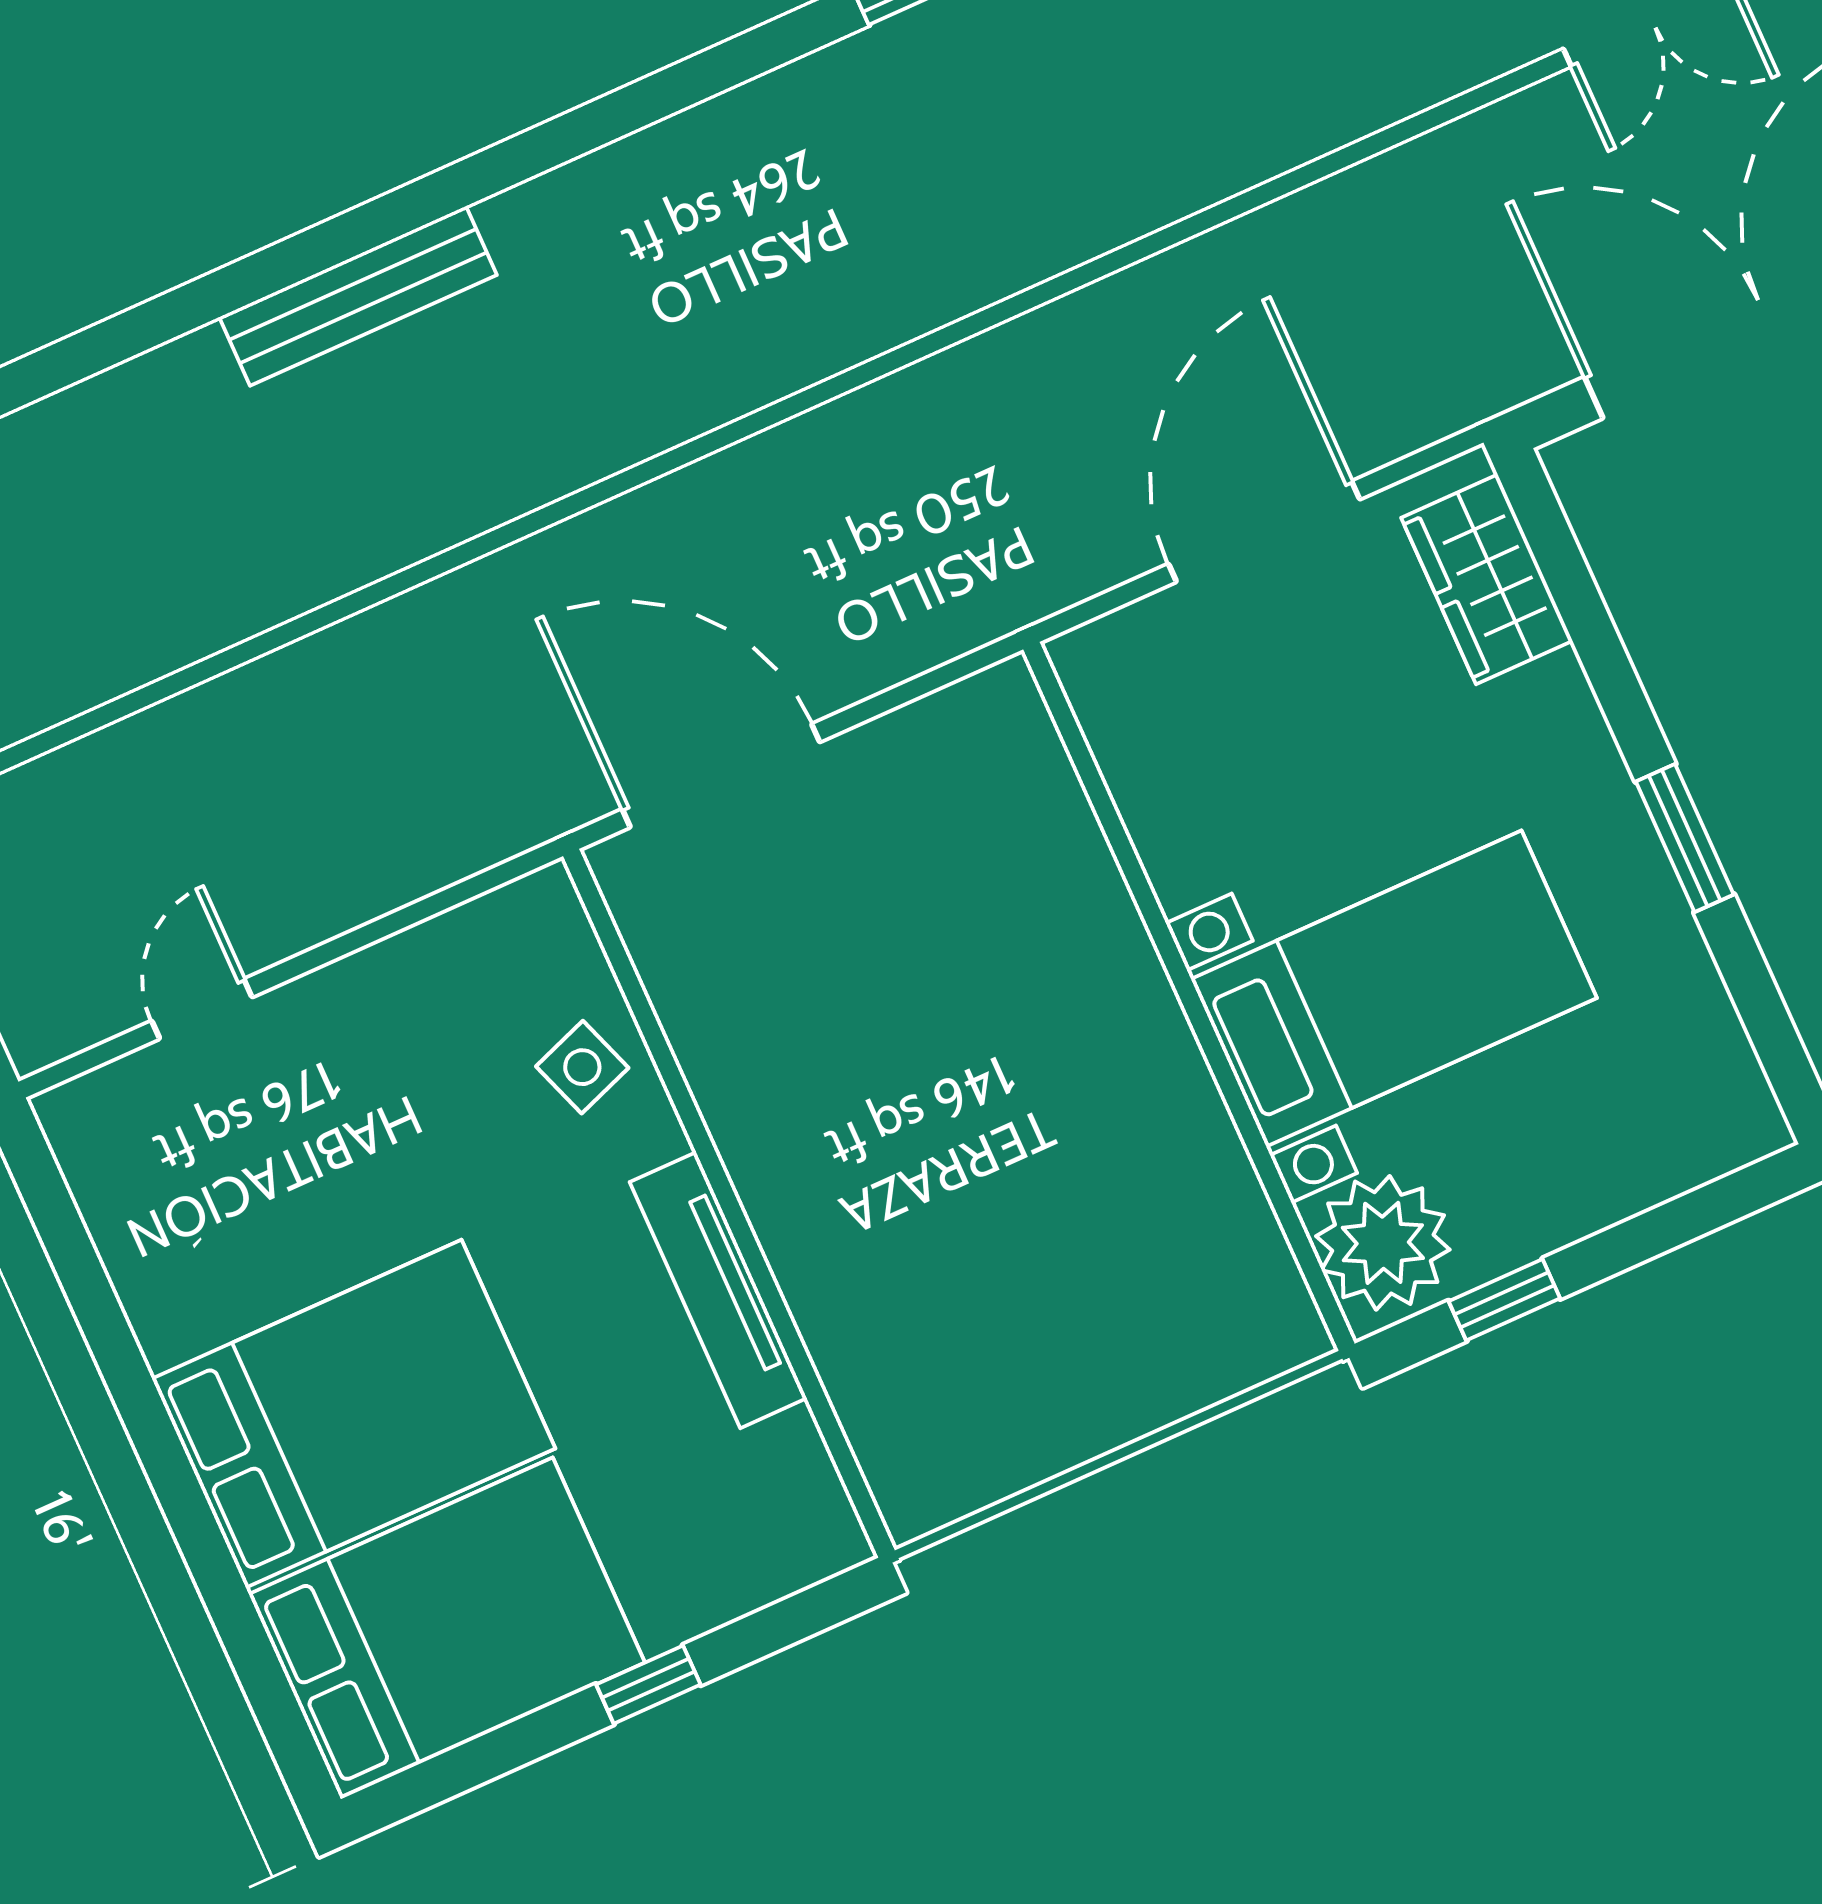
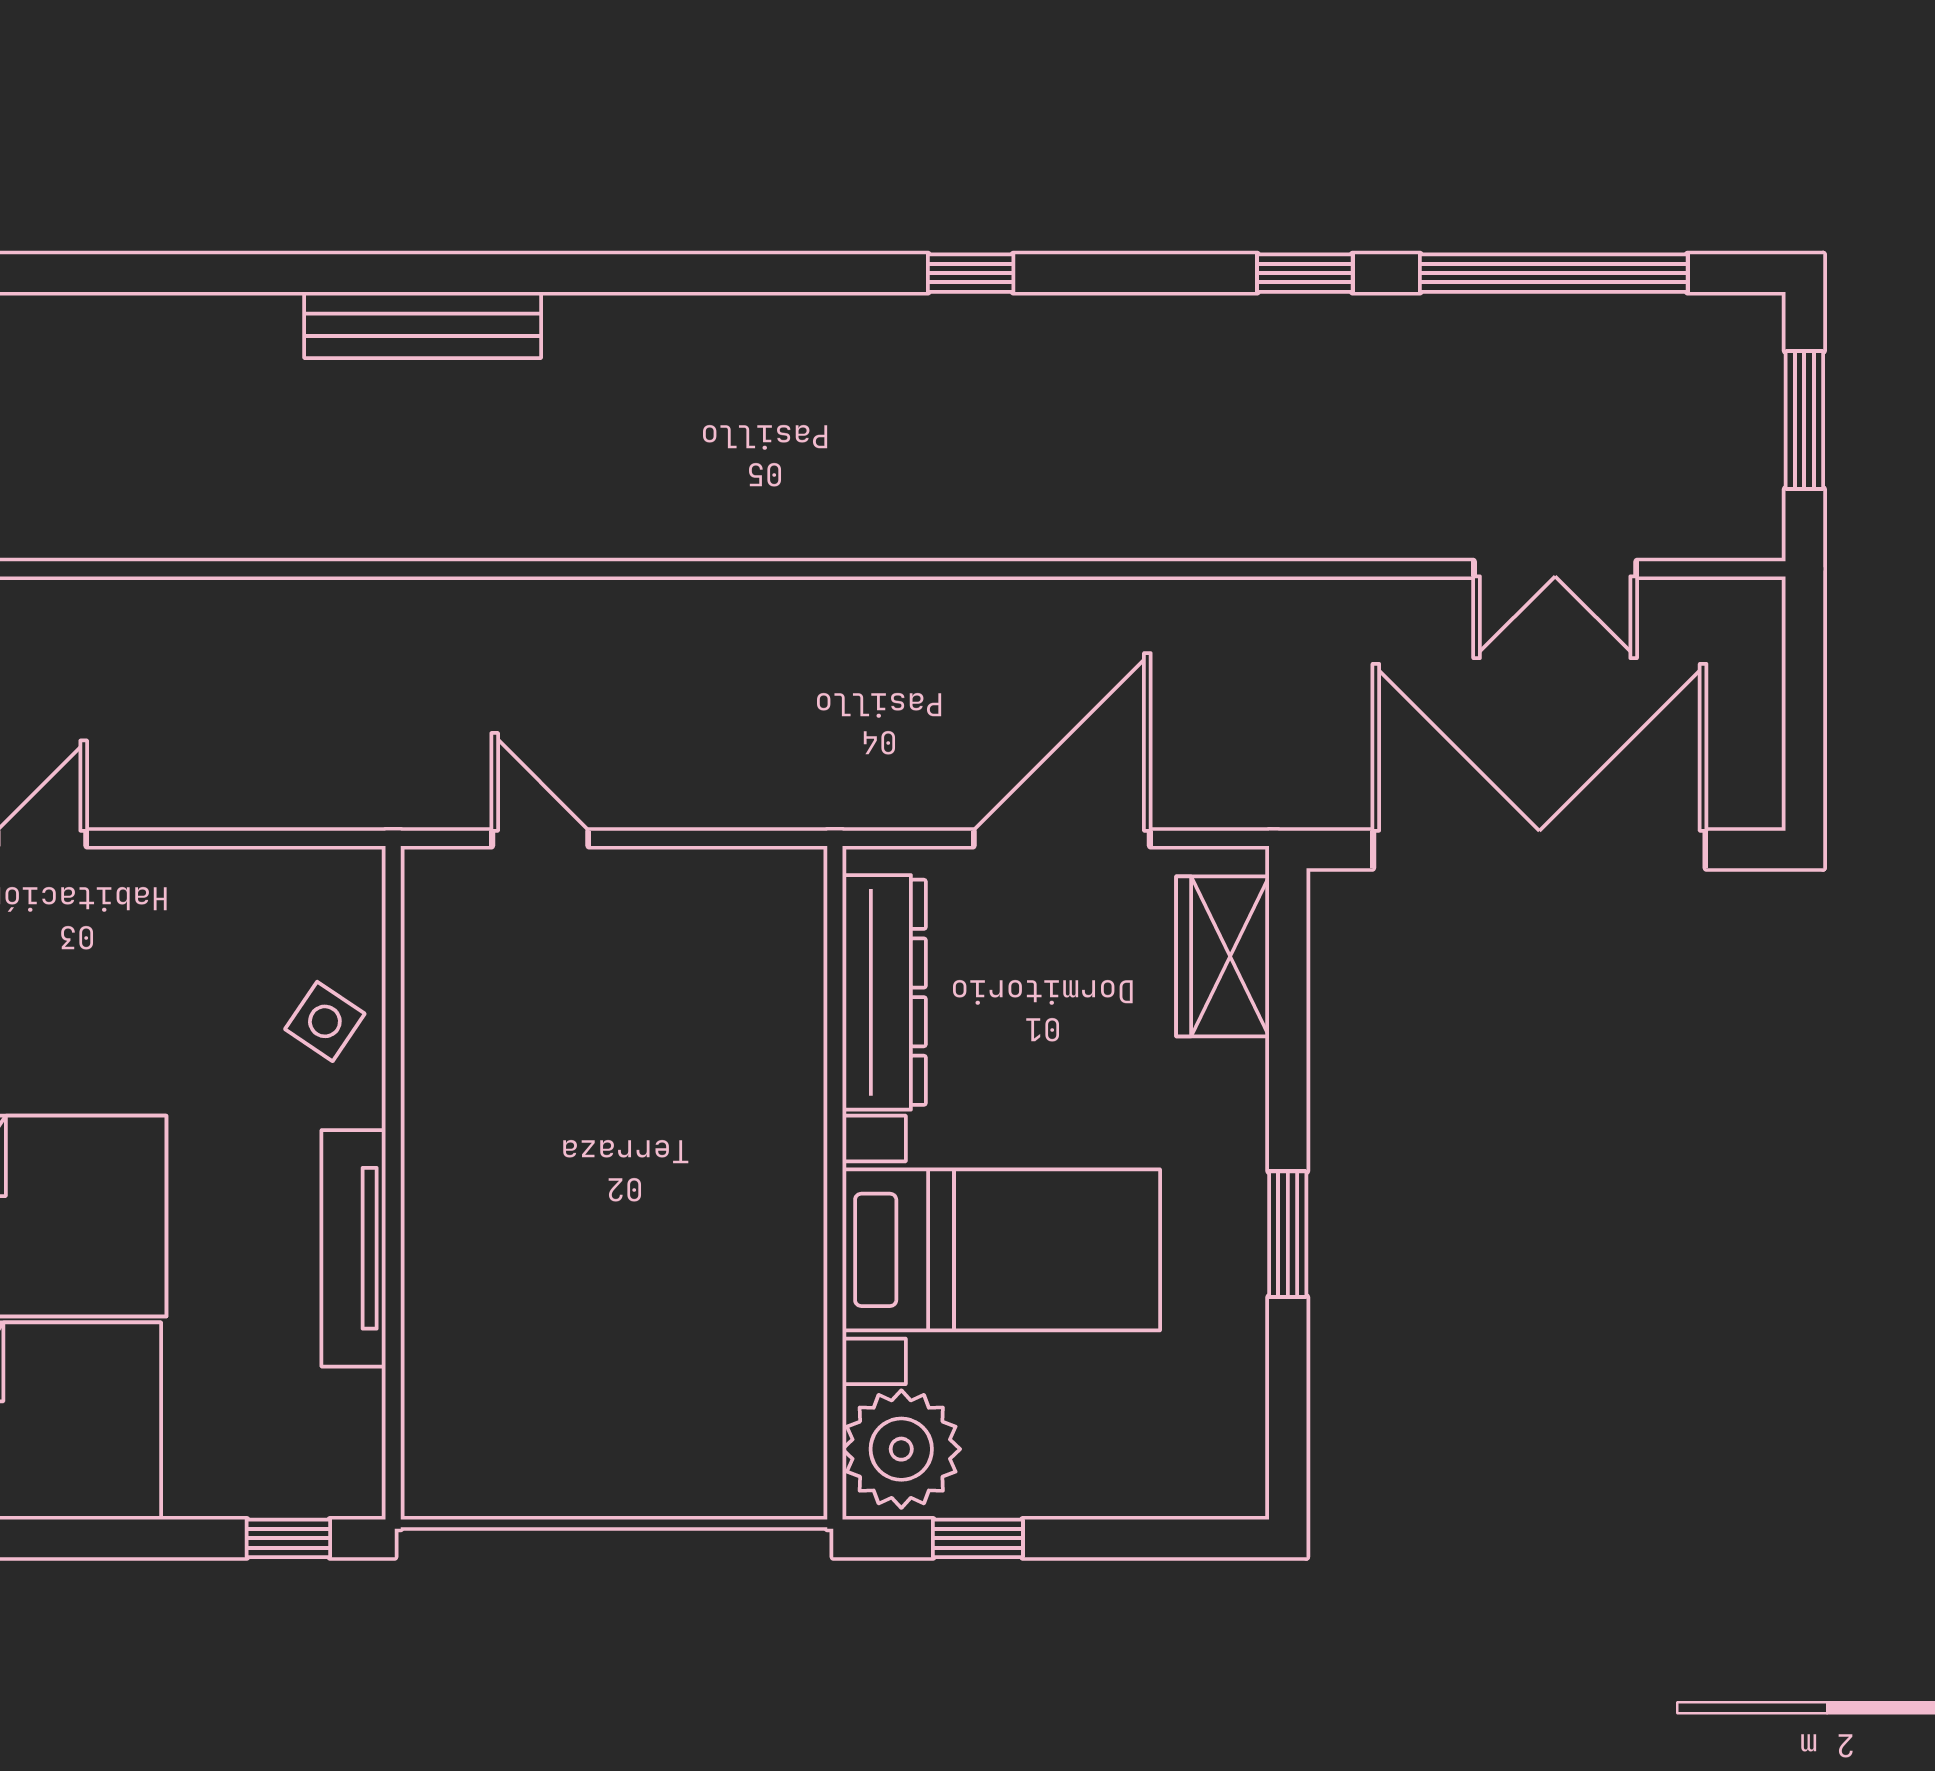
dresser: (1151, 775) -> (884, 992), added
door: (721, 776) -> (540, 838), width x0.53
side table: (582, 1067) -> (325, 1021), turned -36
window: (648, 1685) -> (288, 1538), moved

